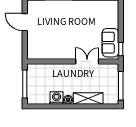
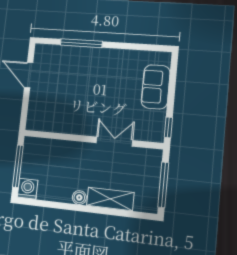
sofa: (110, 43) -> (156, 87), moved
washing machine: (57, 98) -> (28, 189), moved

